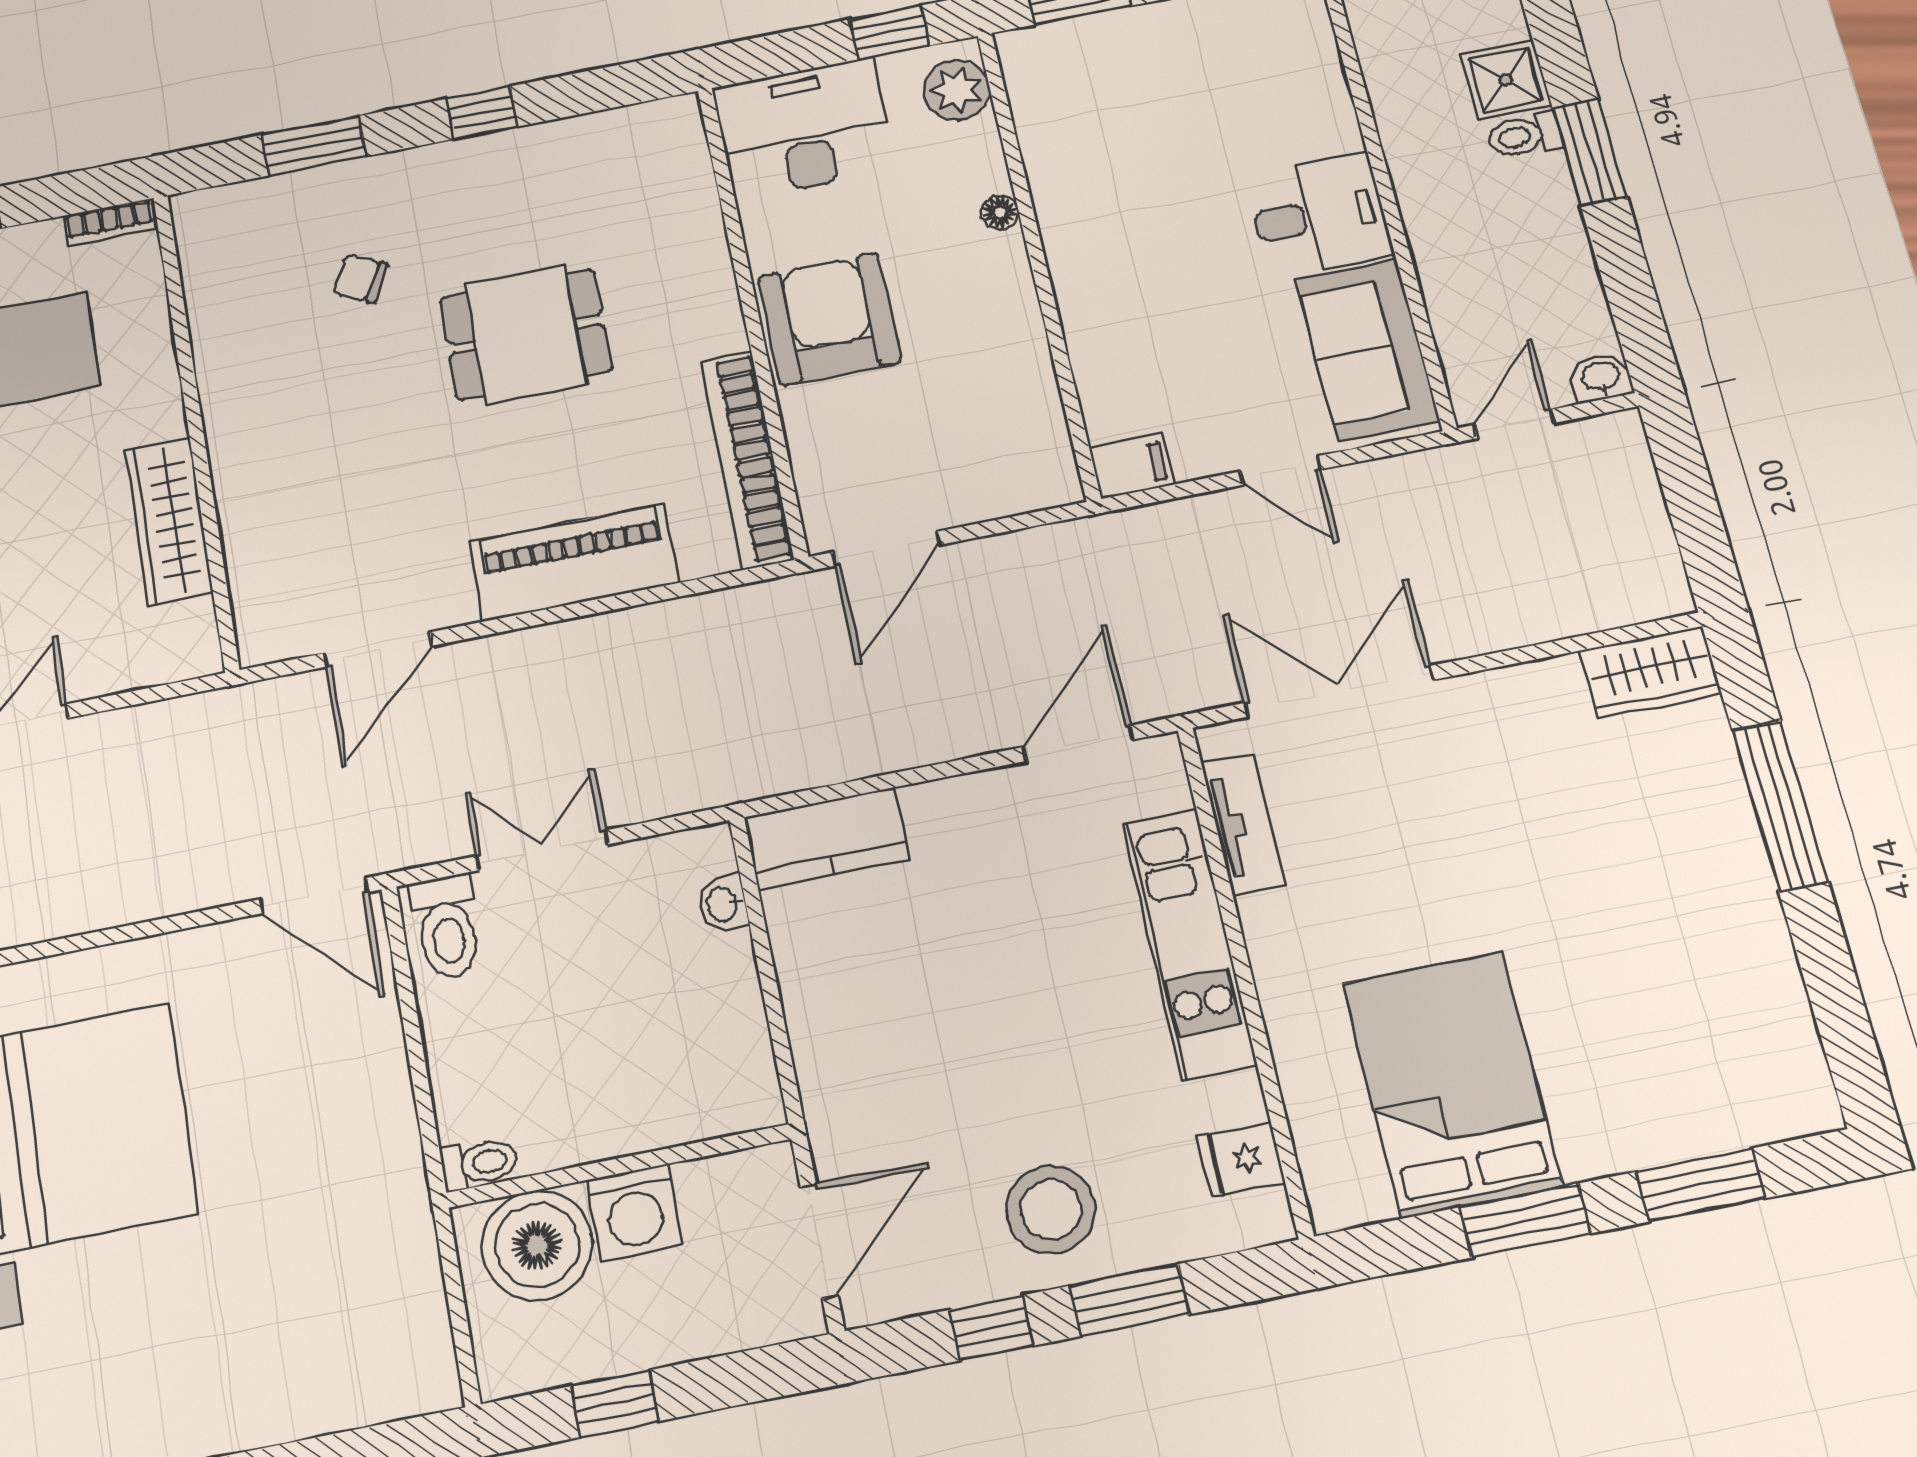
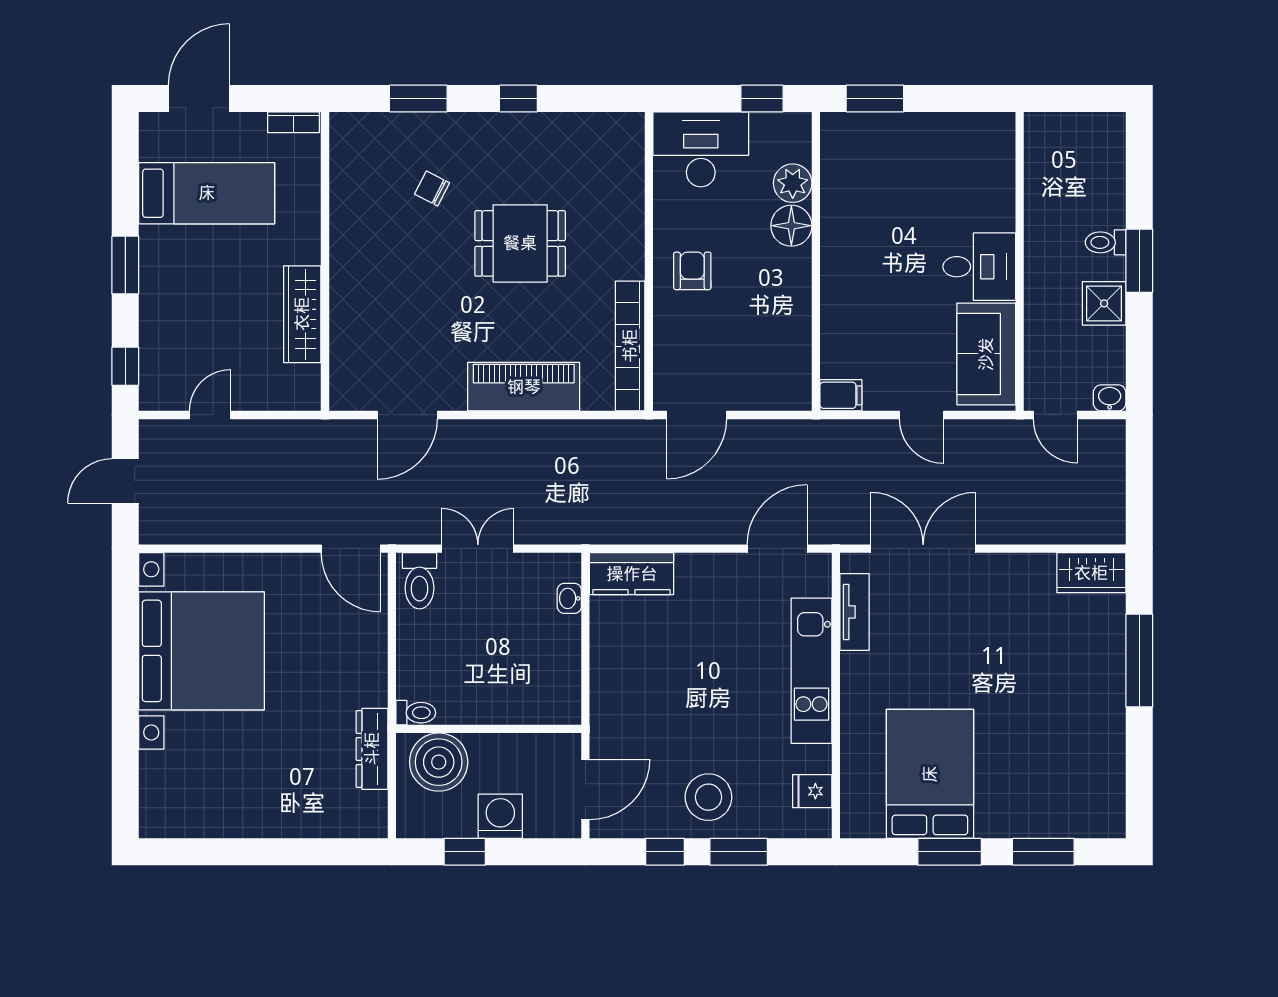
shower: (1506, 80) -> (1104, 303), moved
plant: (957, 90) -> (793, 183), moved
floor lamp: (1000, 212) -> (791, 226), width x1.89, depth x1.89
armchair: (829, 319) -> (692, 271), width x0.53, depth x0.53
door: (1514, 424) -> (1055, 415), swing flipped
washing machine: (635, 1212) -> (500, 816), moved, turned 180
dresser: (409, 1246) -> (372, 749), added

